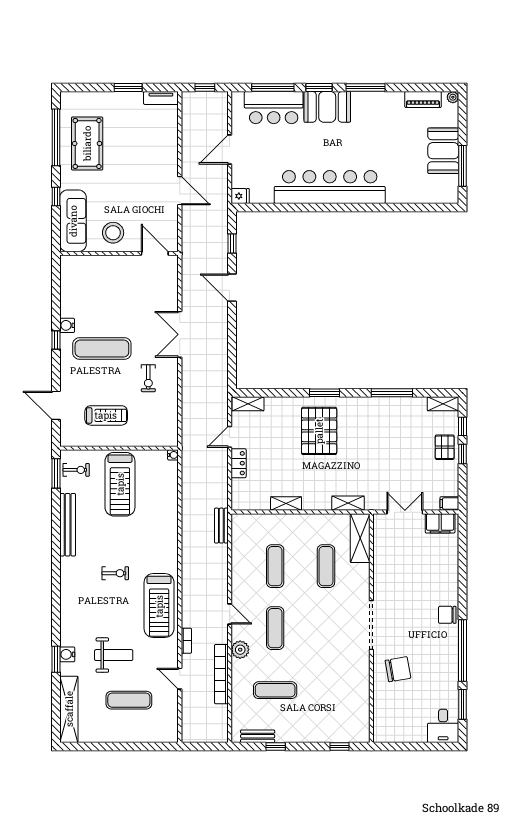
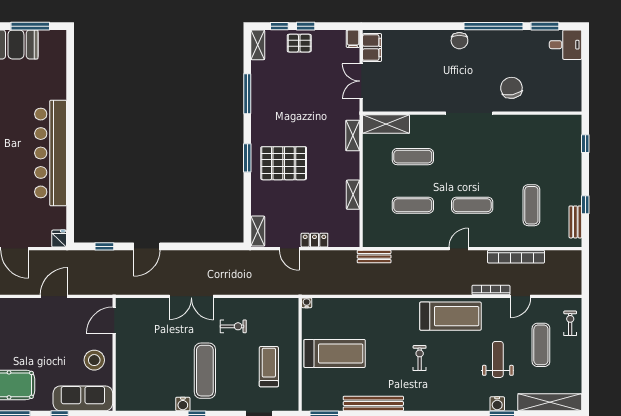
exercise bike: (76, 470) -> (570, 323), moved
bookcase: (186, 641) -> (491, 290), width x1.56
plant: (240, 650) -> (493, 239), removed

